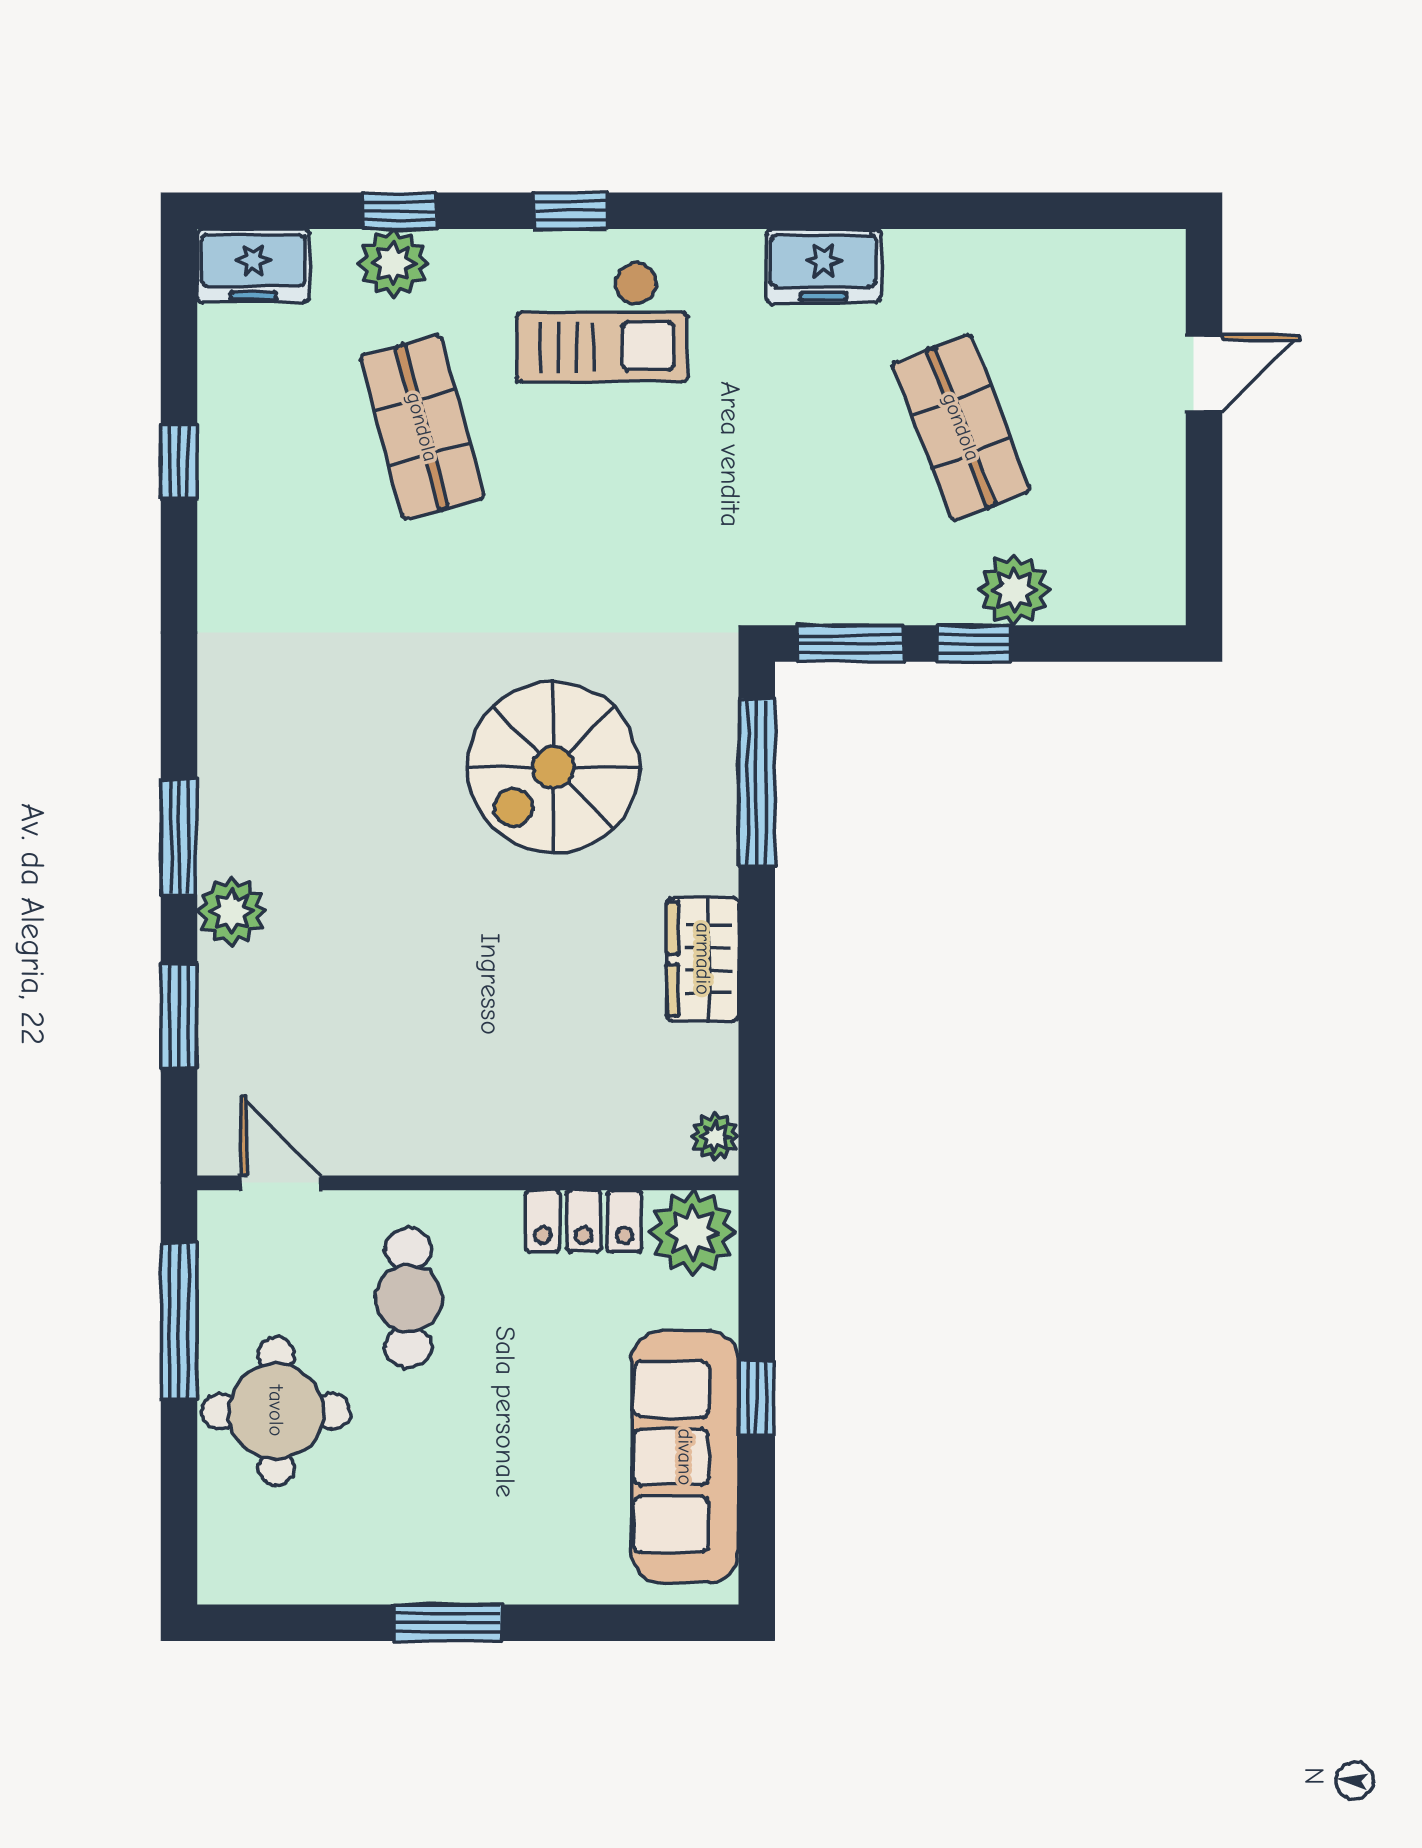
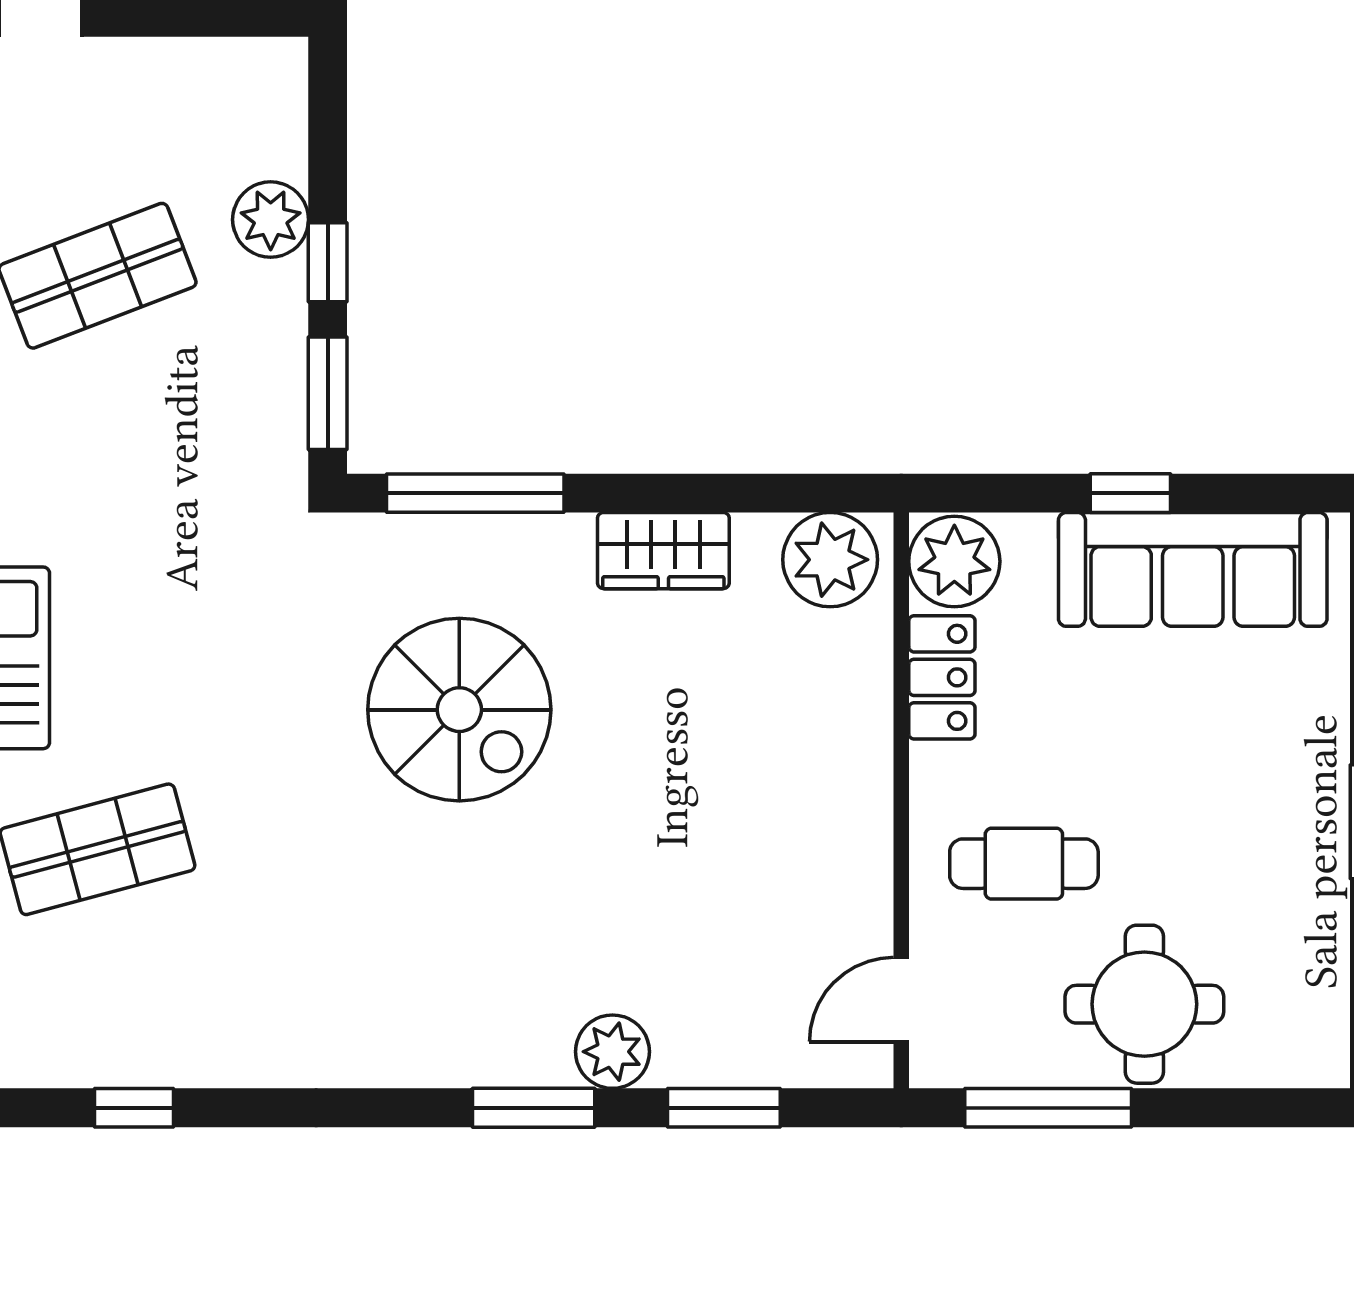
plant: (715, 1137) -> (830, 560), width x1.88, depth x1.88

